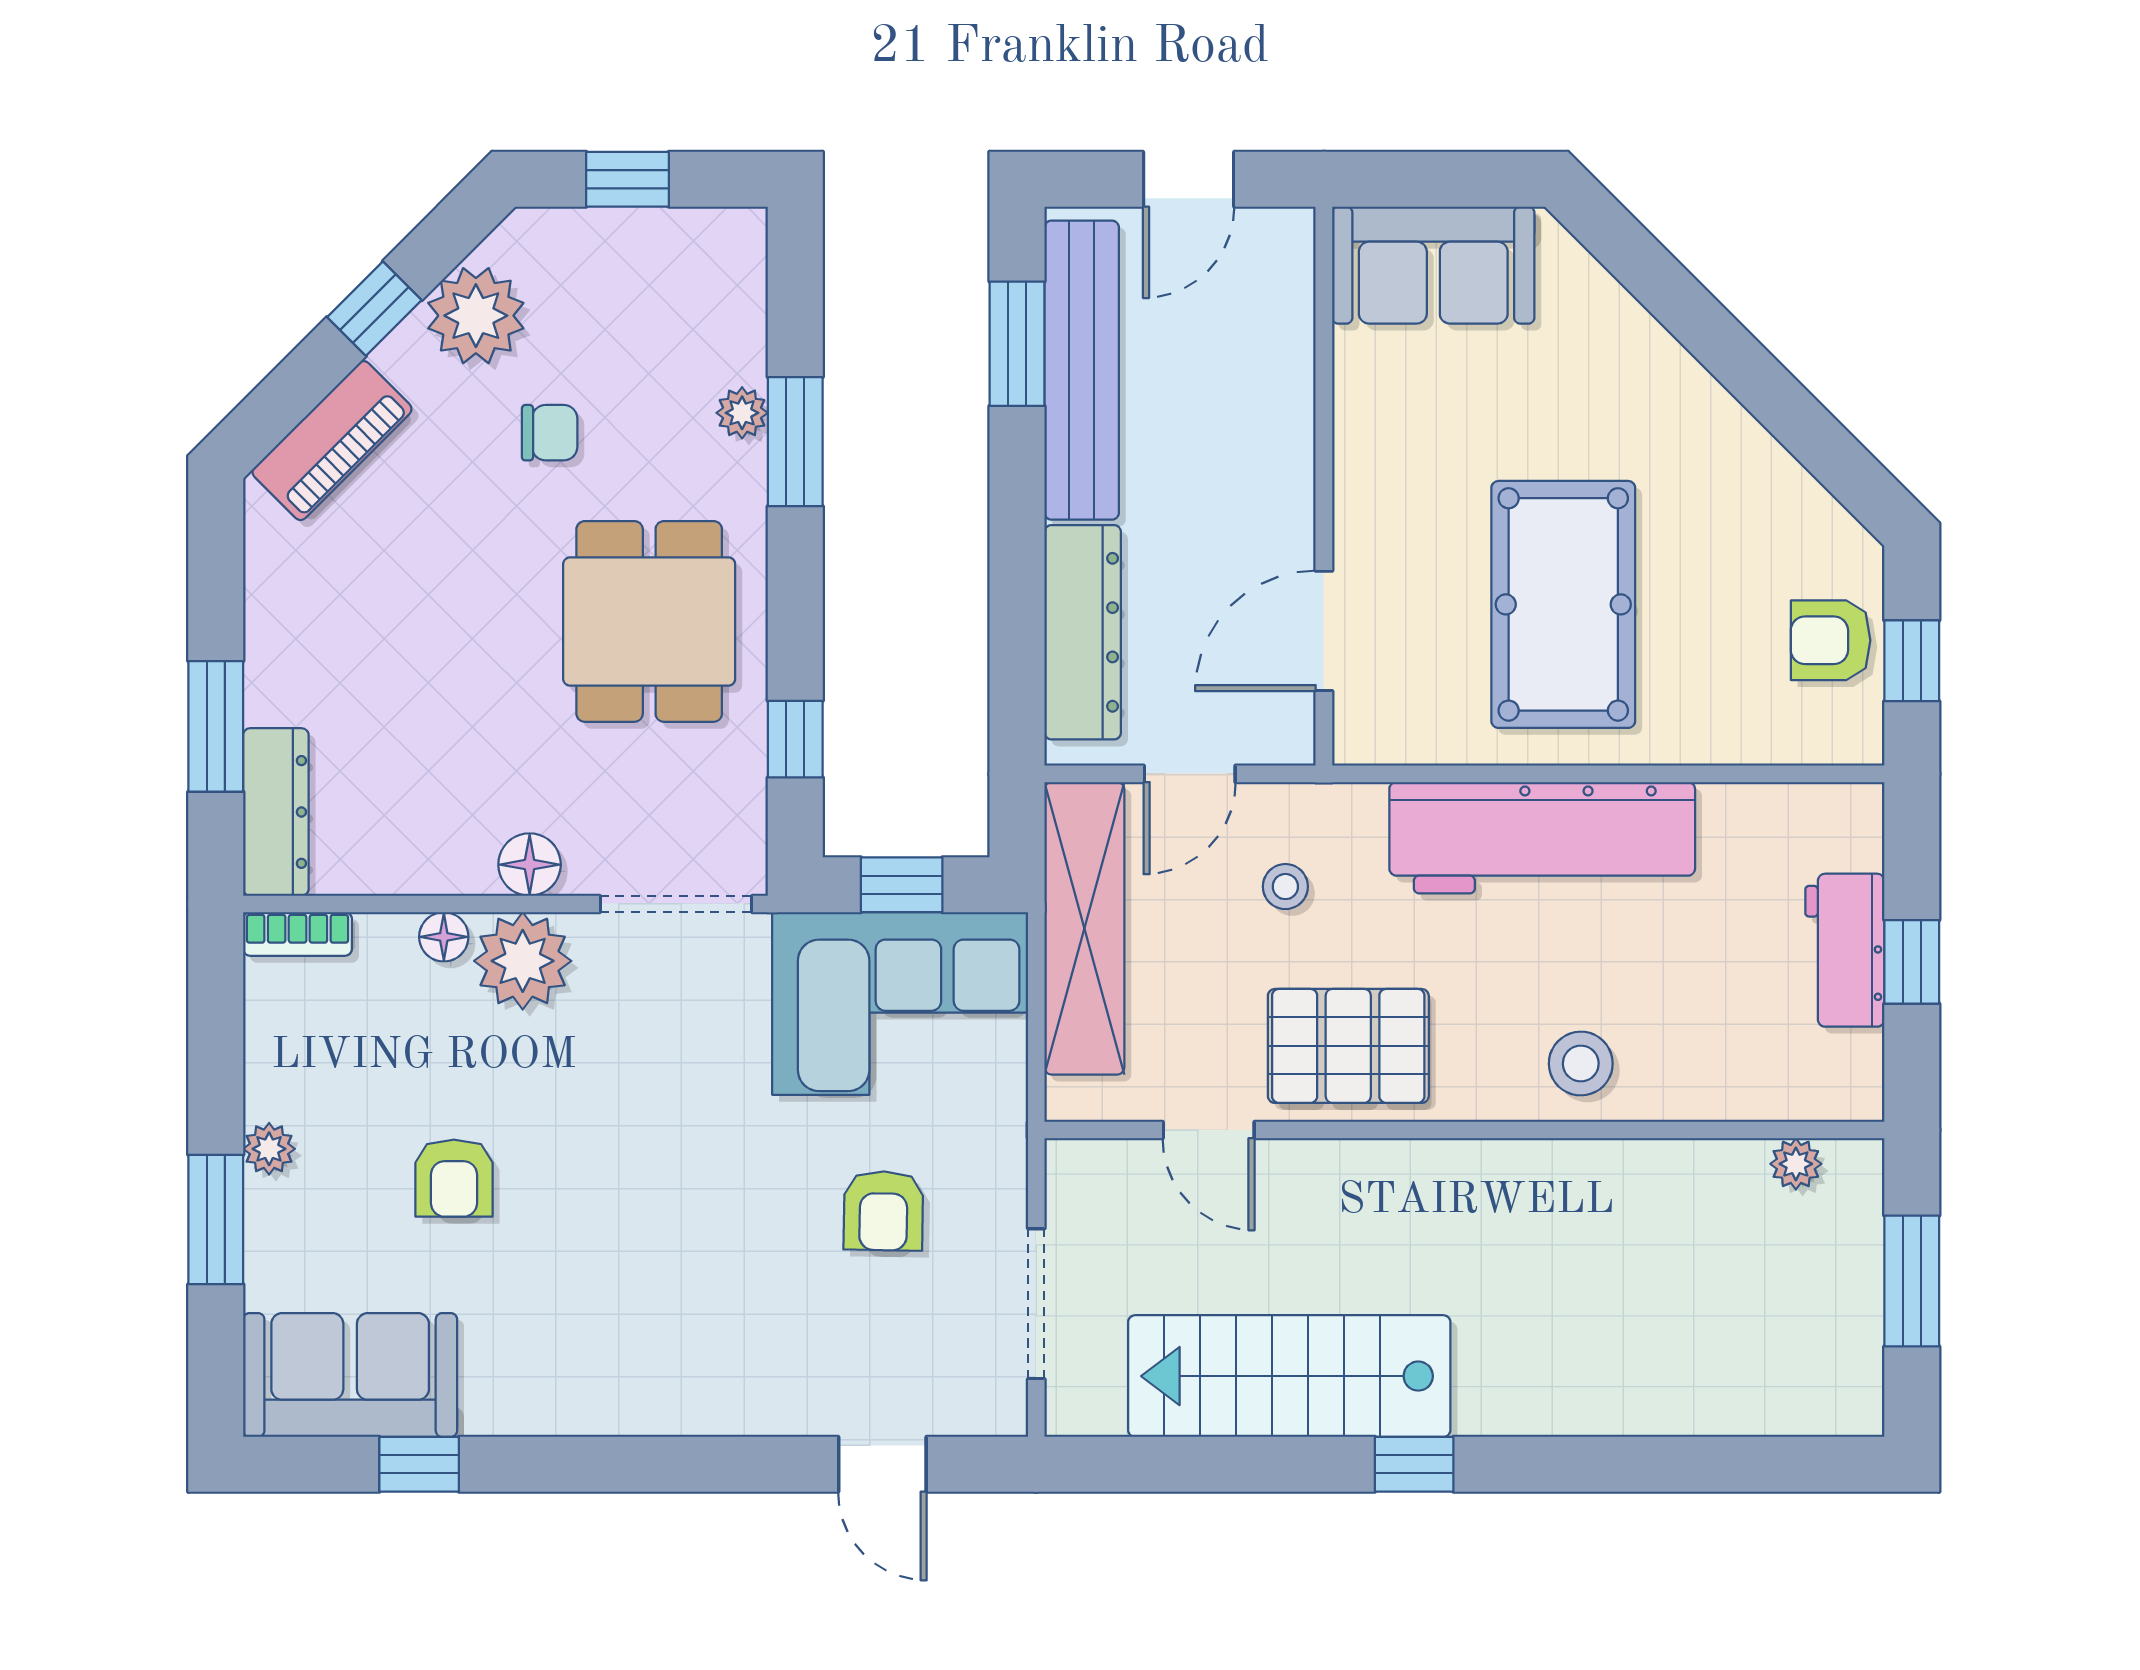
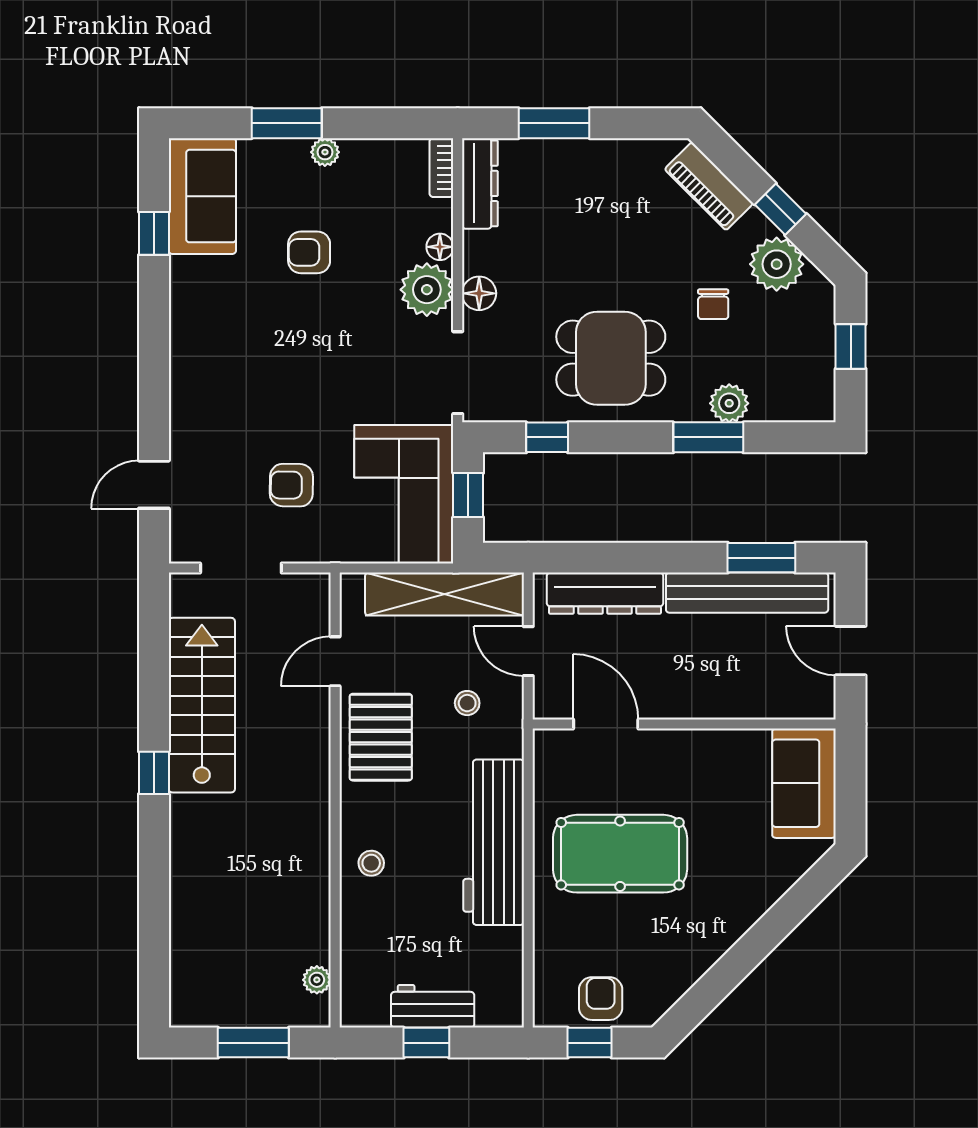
plant: (742, 413) -> (729, 403), width x1.38, depth x1.38
dresser: (276, 812) -> (480, 183), moved, turned -90
stool: (1581, 1064) -> (371, 863), width x0.73, depth x0.73

